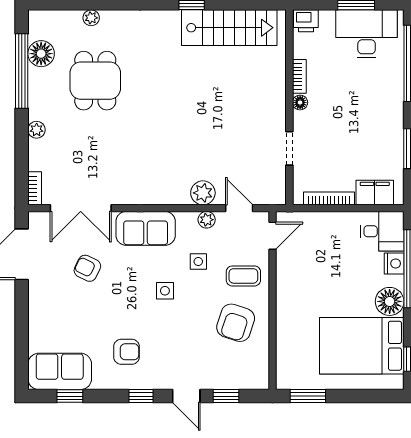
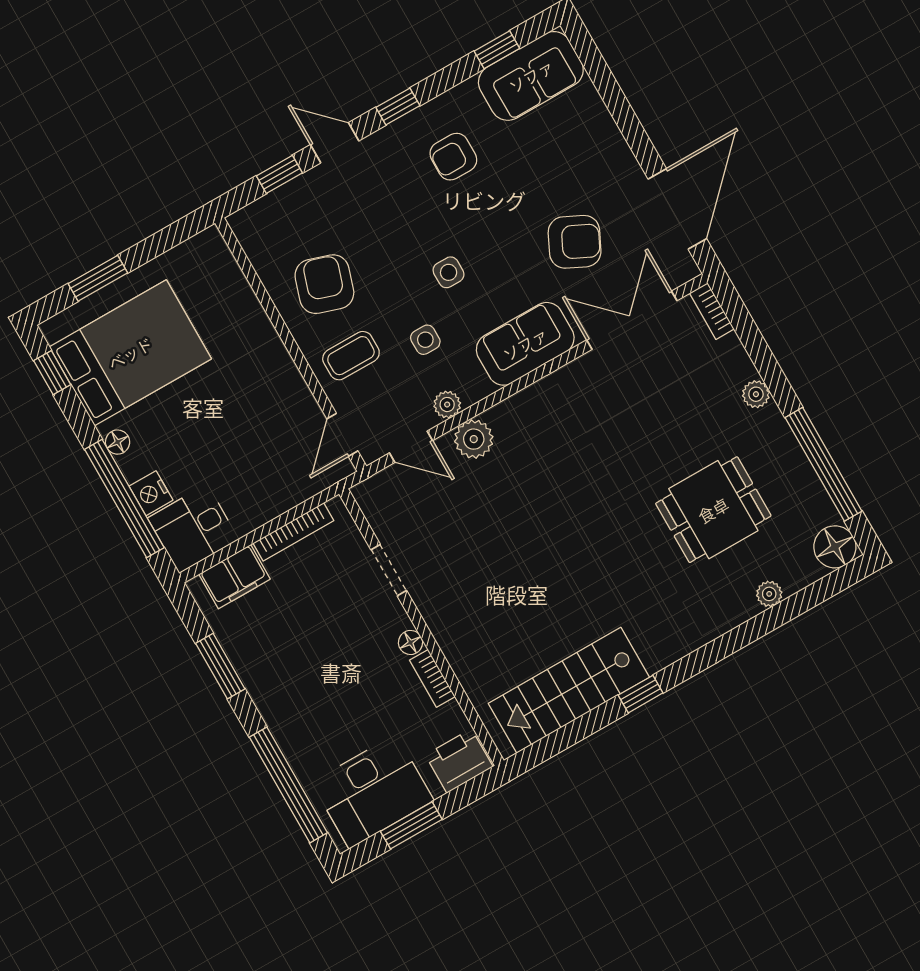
printer: (306, 21) -> (459, 761), width x1.36, depth x1.24
floor lamp: (41, 54) -> (835, 547), moved
dining table: (95, 81) -> (713, 510), turned 90
armchair: (87, 268) -> (575, 242), width x1.38, depth x1.38
floor lamp: (390, 301) -> (118, 442), width x0.53, depth x0.53
window: (308, 396) -> (98, 278), moved

